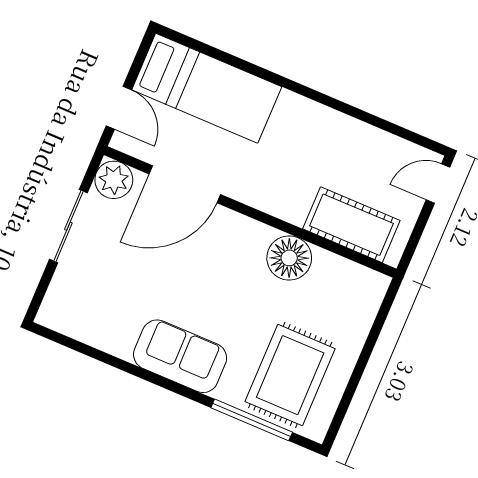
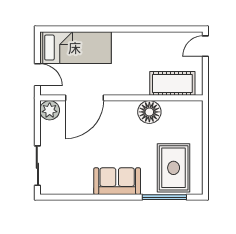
sliding door: (68, 226) -> (37, 166), moved

